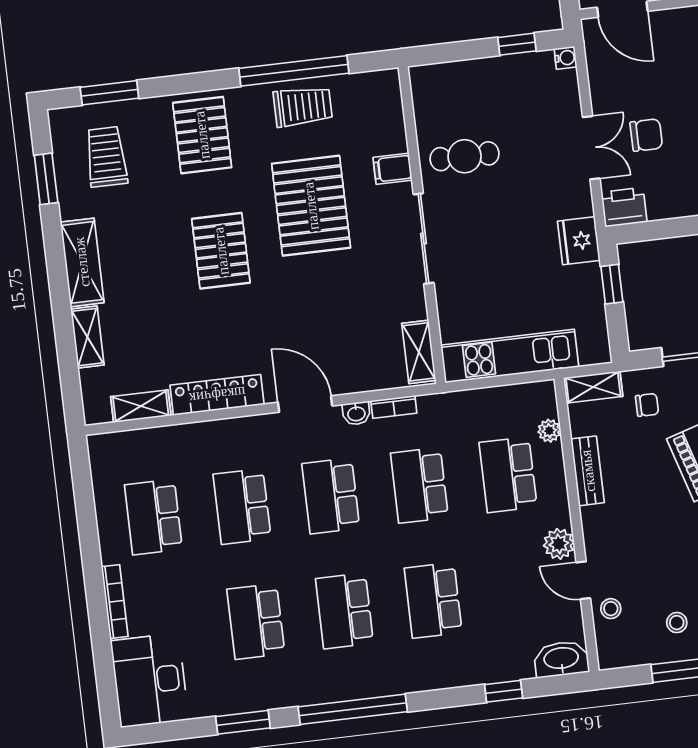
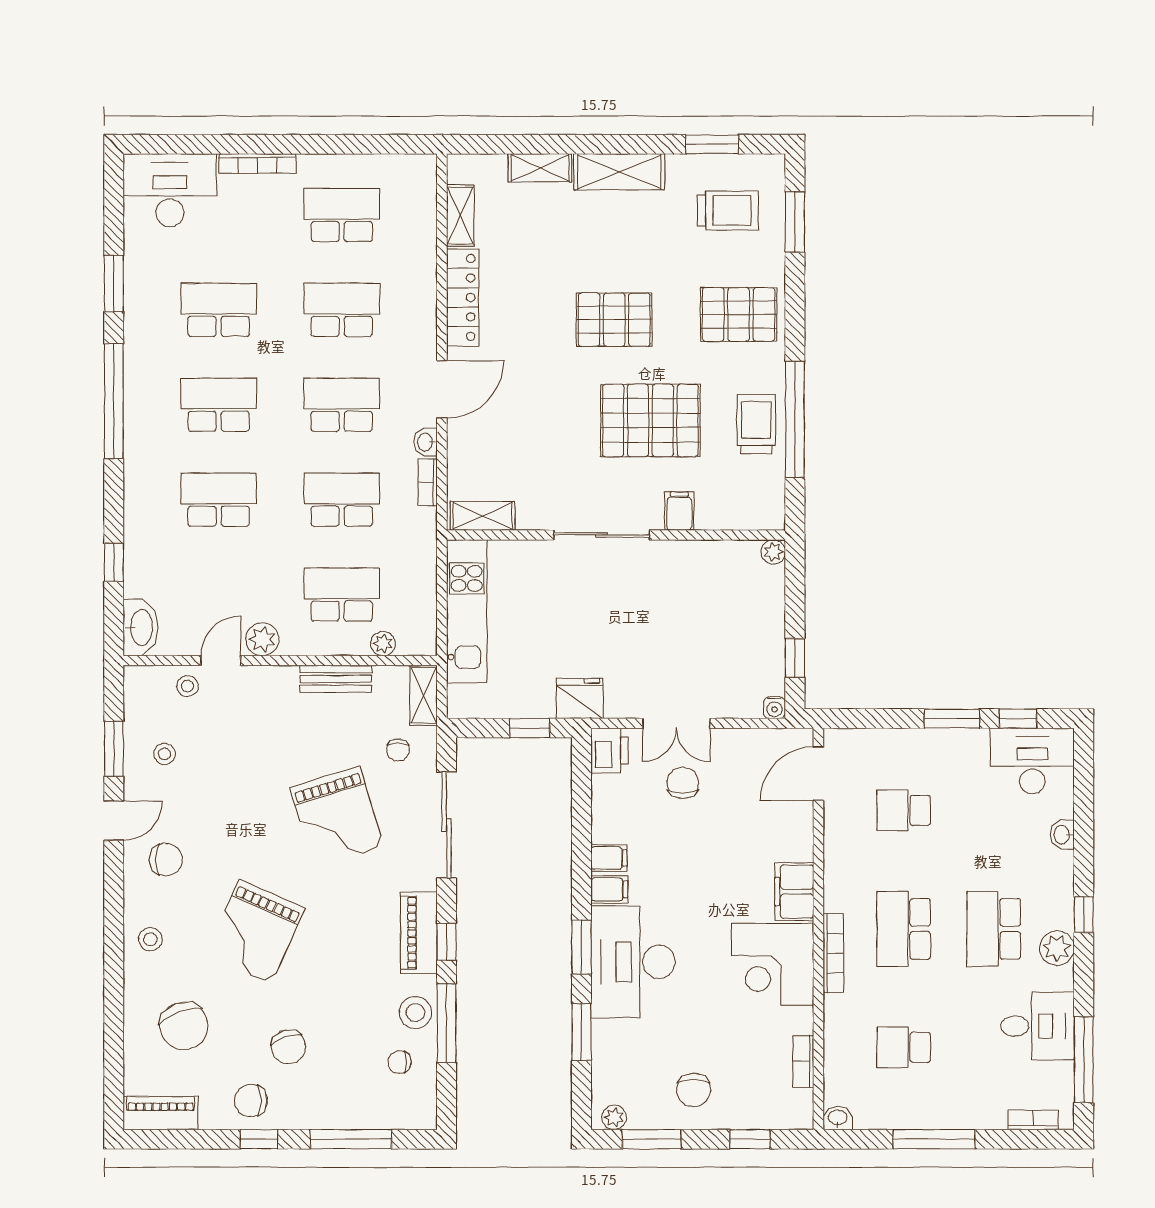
plant: (420, 76) -> (773, 552), added
trolley: (303, 106) -> (756, 424), turned 180
chair: (646, 135) -> (683, 783), turned 180
cafe table: (465, 156) -> (683, 589), removed

